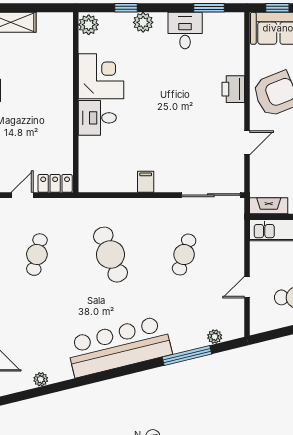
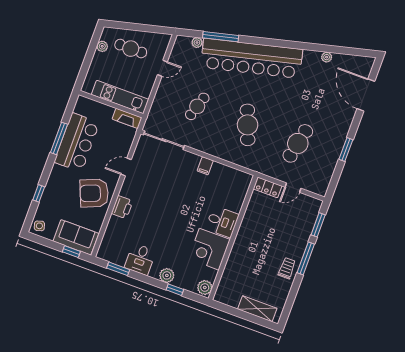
cafe table: (37, 255) -> (298, 143), width x1.37, depth x1.35
bar counter: (119, 346) -> (252, 58), width x1.36

